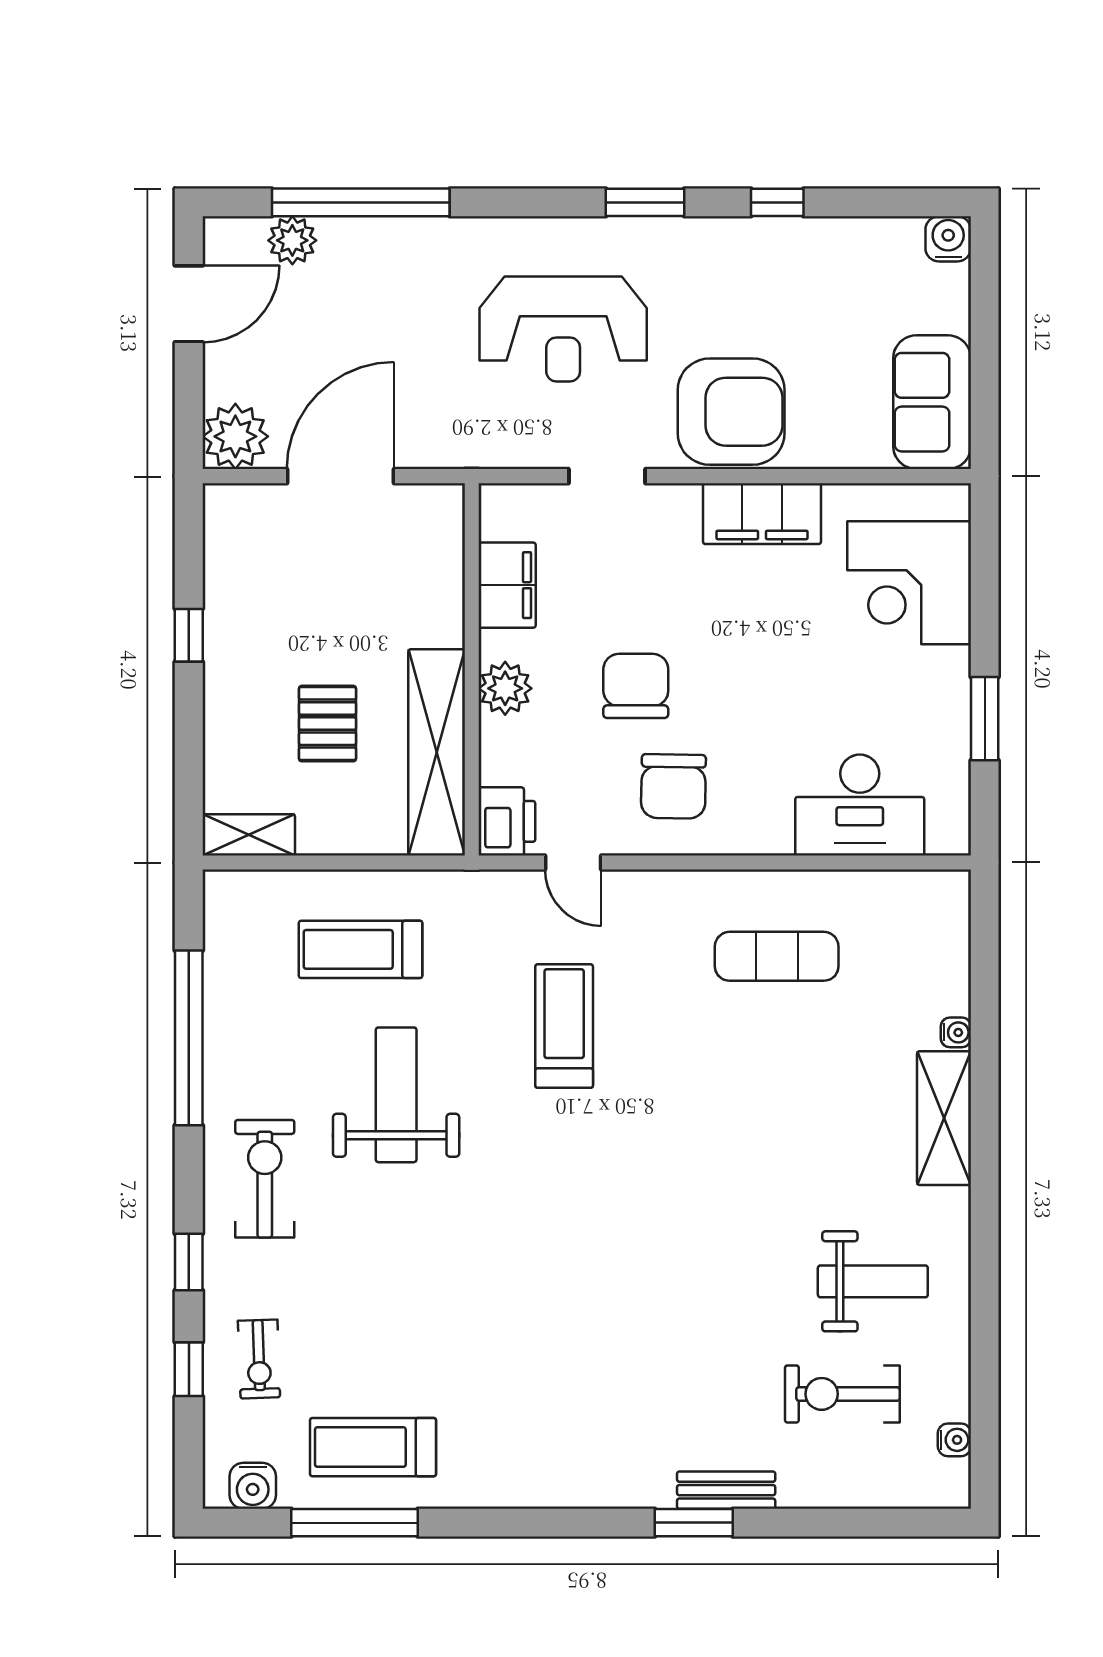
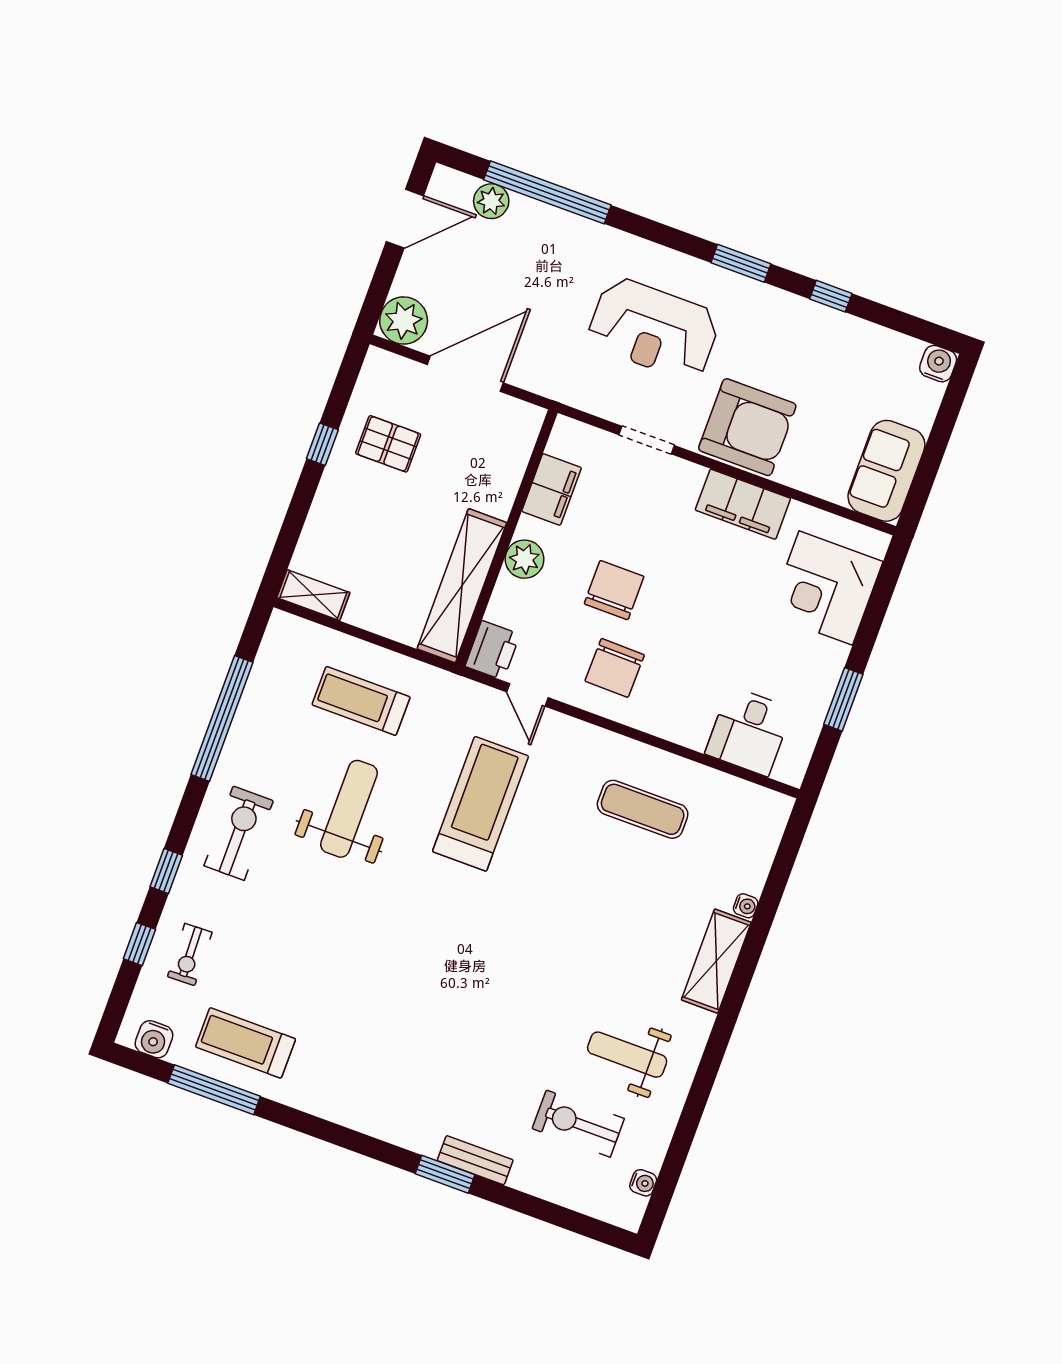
pallet: (328, 724) -> (388, 444), moved, turned 90
desk: (860, 805) -> (749, 731), width x0.73
treadmill: (564, 1026) -> (480, 804), width x1.37, depth x1.38
weight bench: (873, 1281) -> (627, 1055), turned 180

